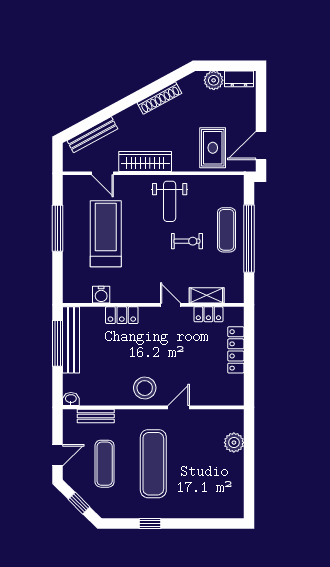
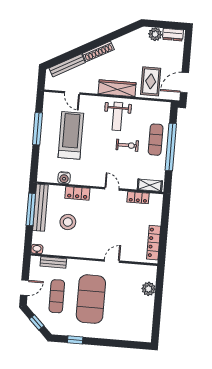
shoe rack: (159, 98) -> (98, 51), moved
wardrobe: (145, 161) -> (117, 88), moved
shelving: (207, 295) -> (150, 185), moved
locker: (236, 350) -> (154, 243), moved
stool: (145, 388) -> (68, 222), moved
exercise mat: (153, 464) -> (91, 299), width x1.47
window: (150, 523) -> (75, 340), moved

